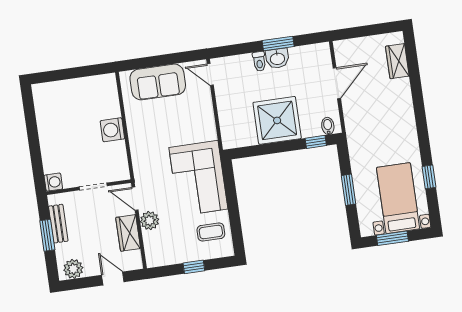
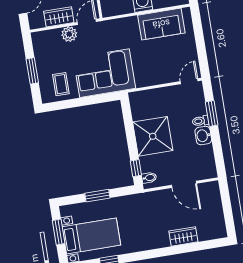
window: (278, 43) -> (212, 113), moved
wardrobe: (397, 61) -> (183, 236), moved
sofa: (158, 82) -> (161, 24), moved, turned -90
window: (194, 267) -> (32, 71), width x1.50

